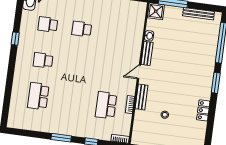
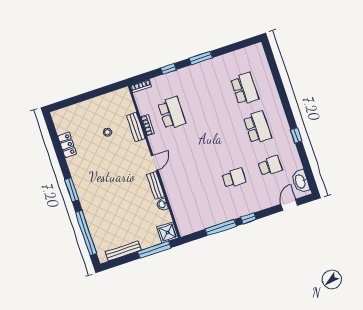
school desk: (43, 60) -> (257, 127), width x1.85
bench: (142, 97) -> (136, 127), moved
locker: (203, 110) -> (67, 145), moved

